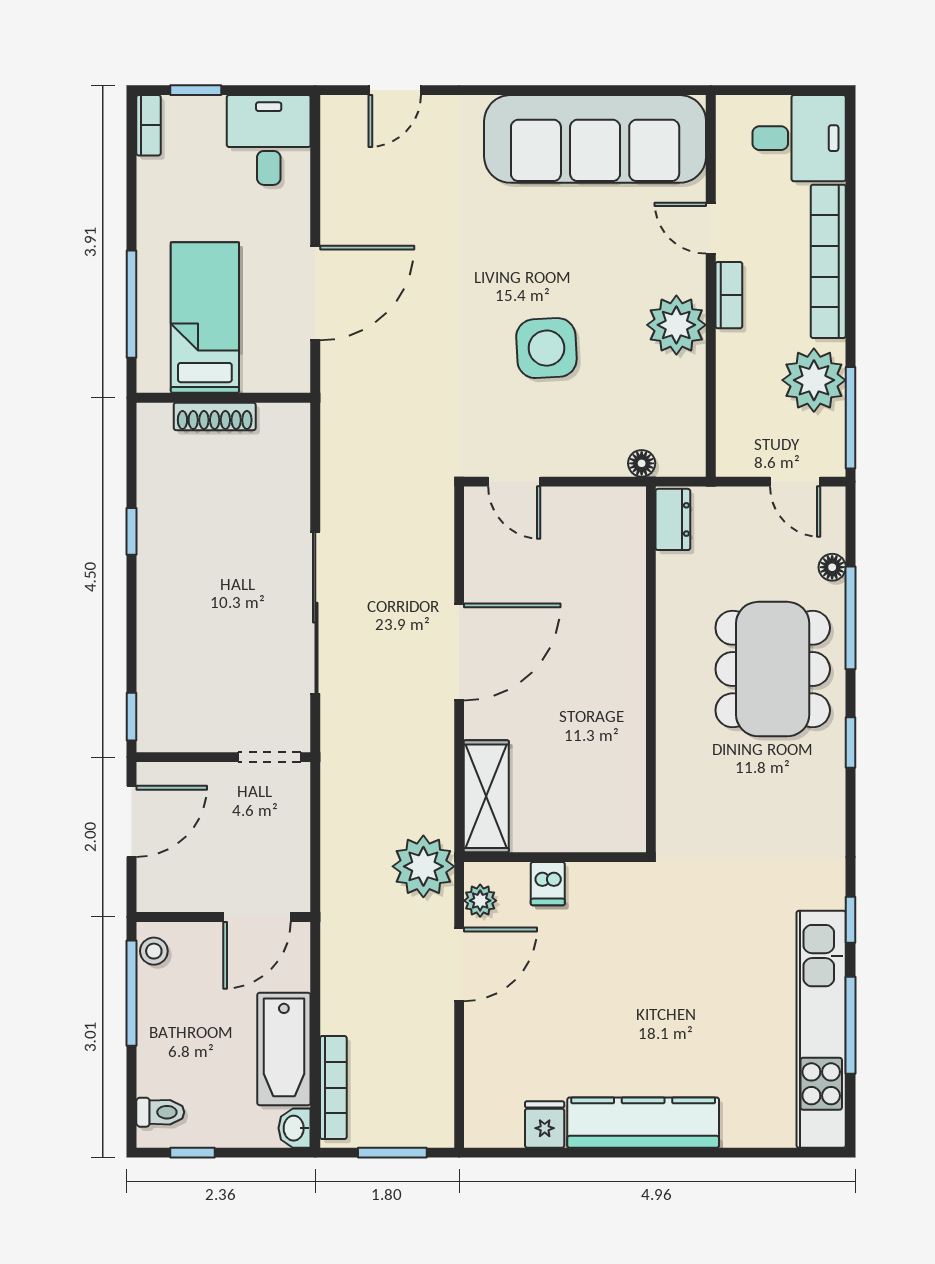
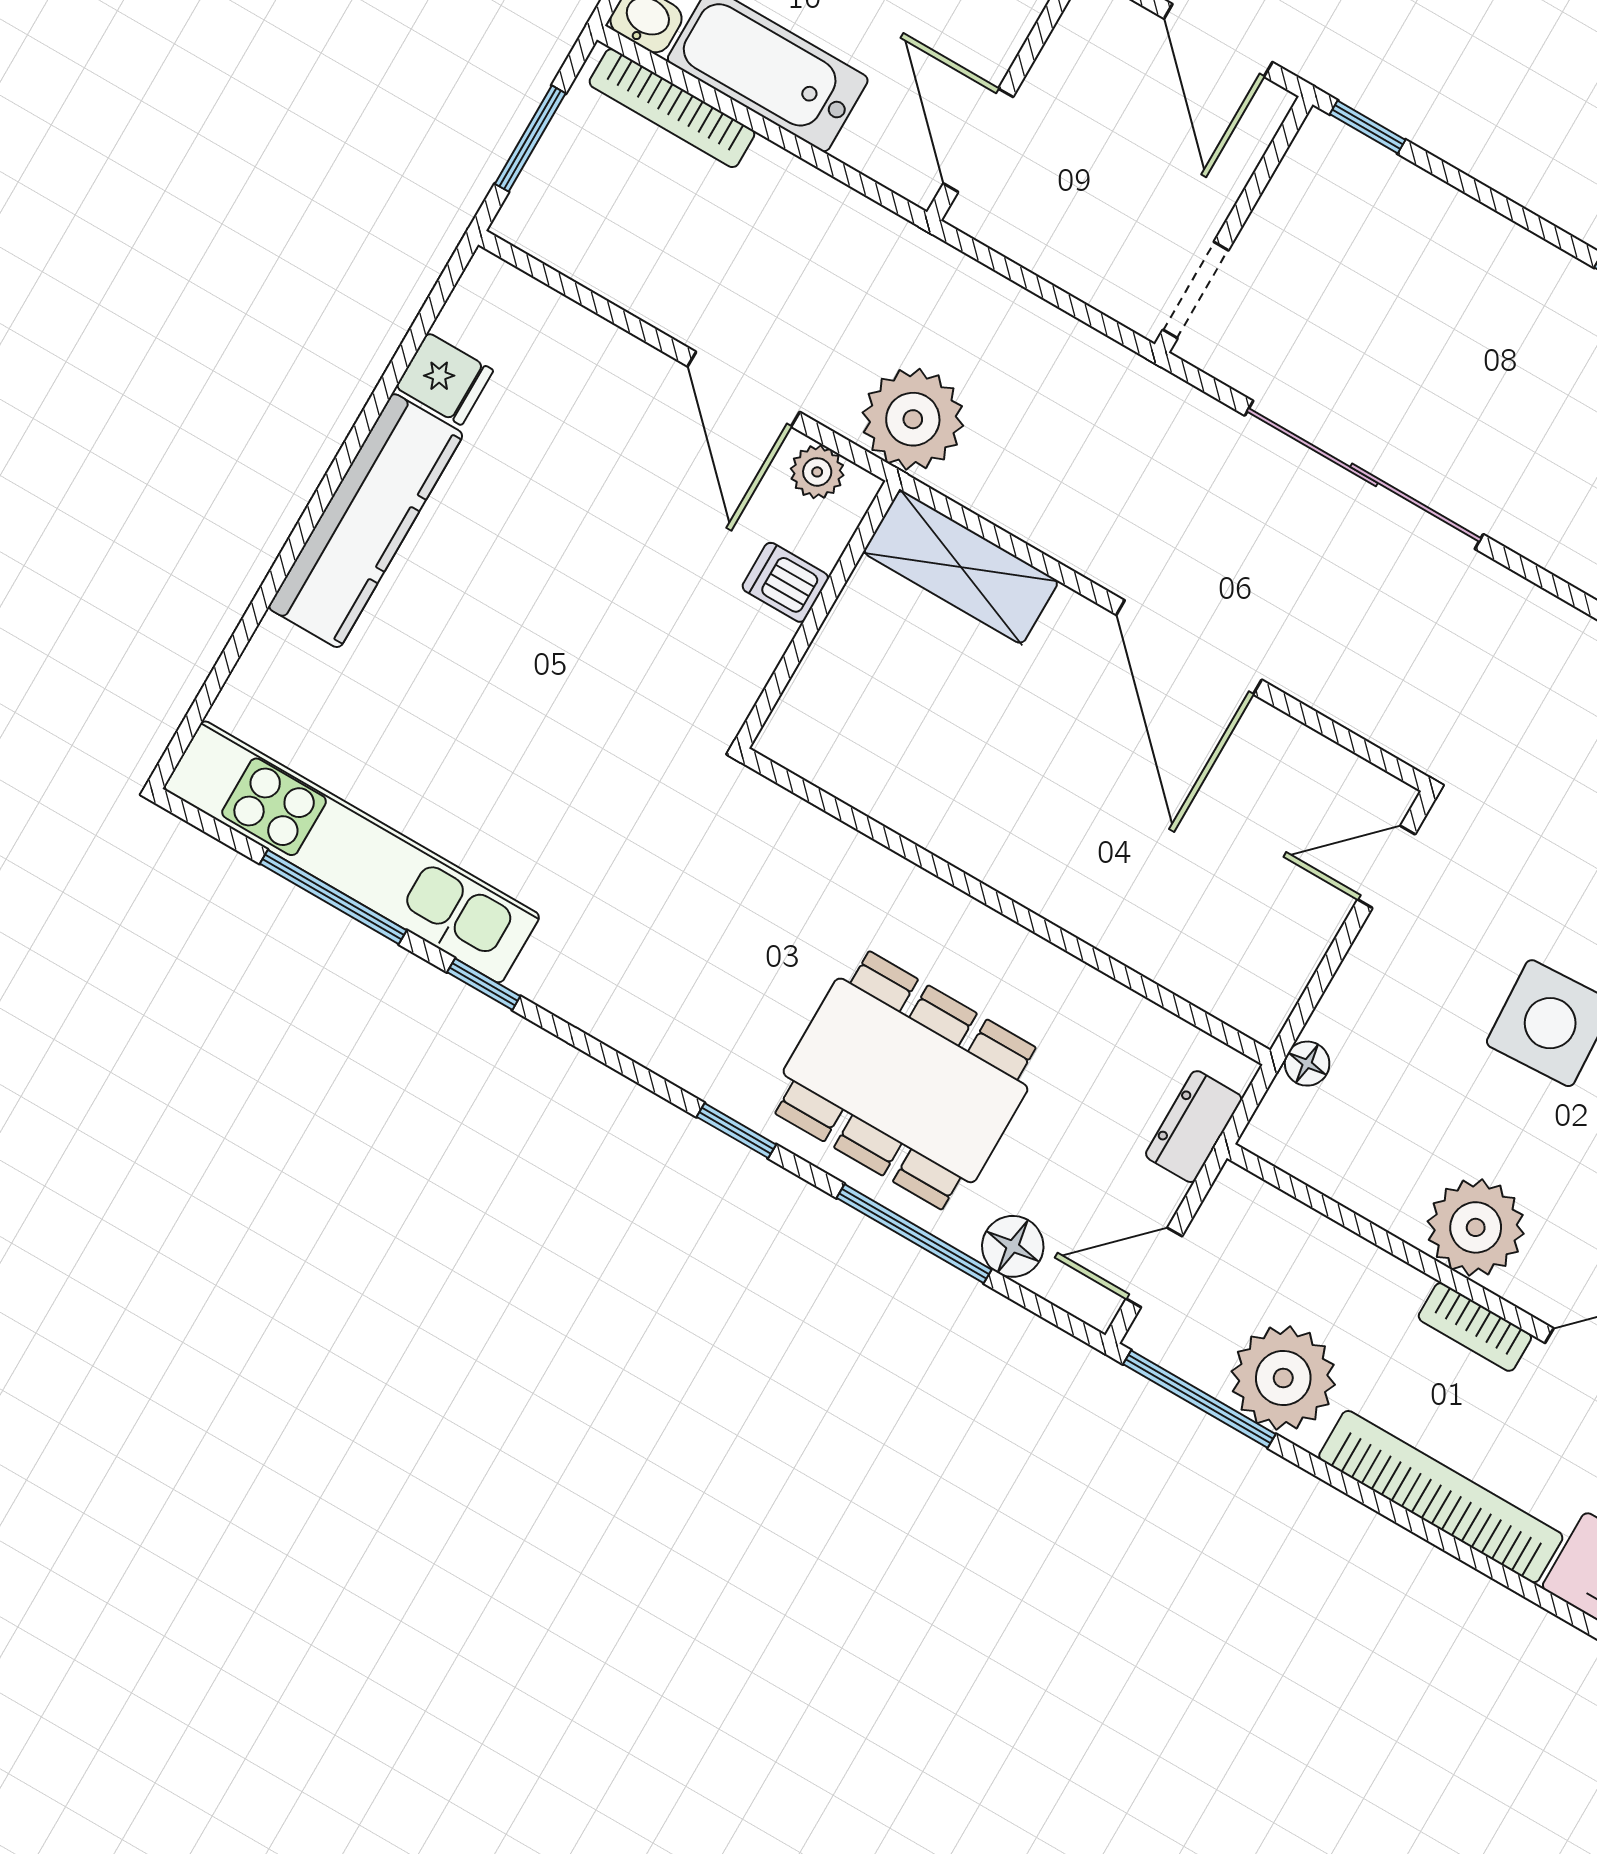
dresser: (673, 519) -> (1194, 1127), moved, turned 90
floor lamp: (832, 567) -> (1013, 1246), width x1.37, depth x1.37

